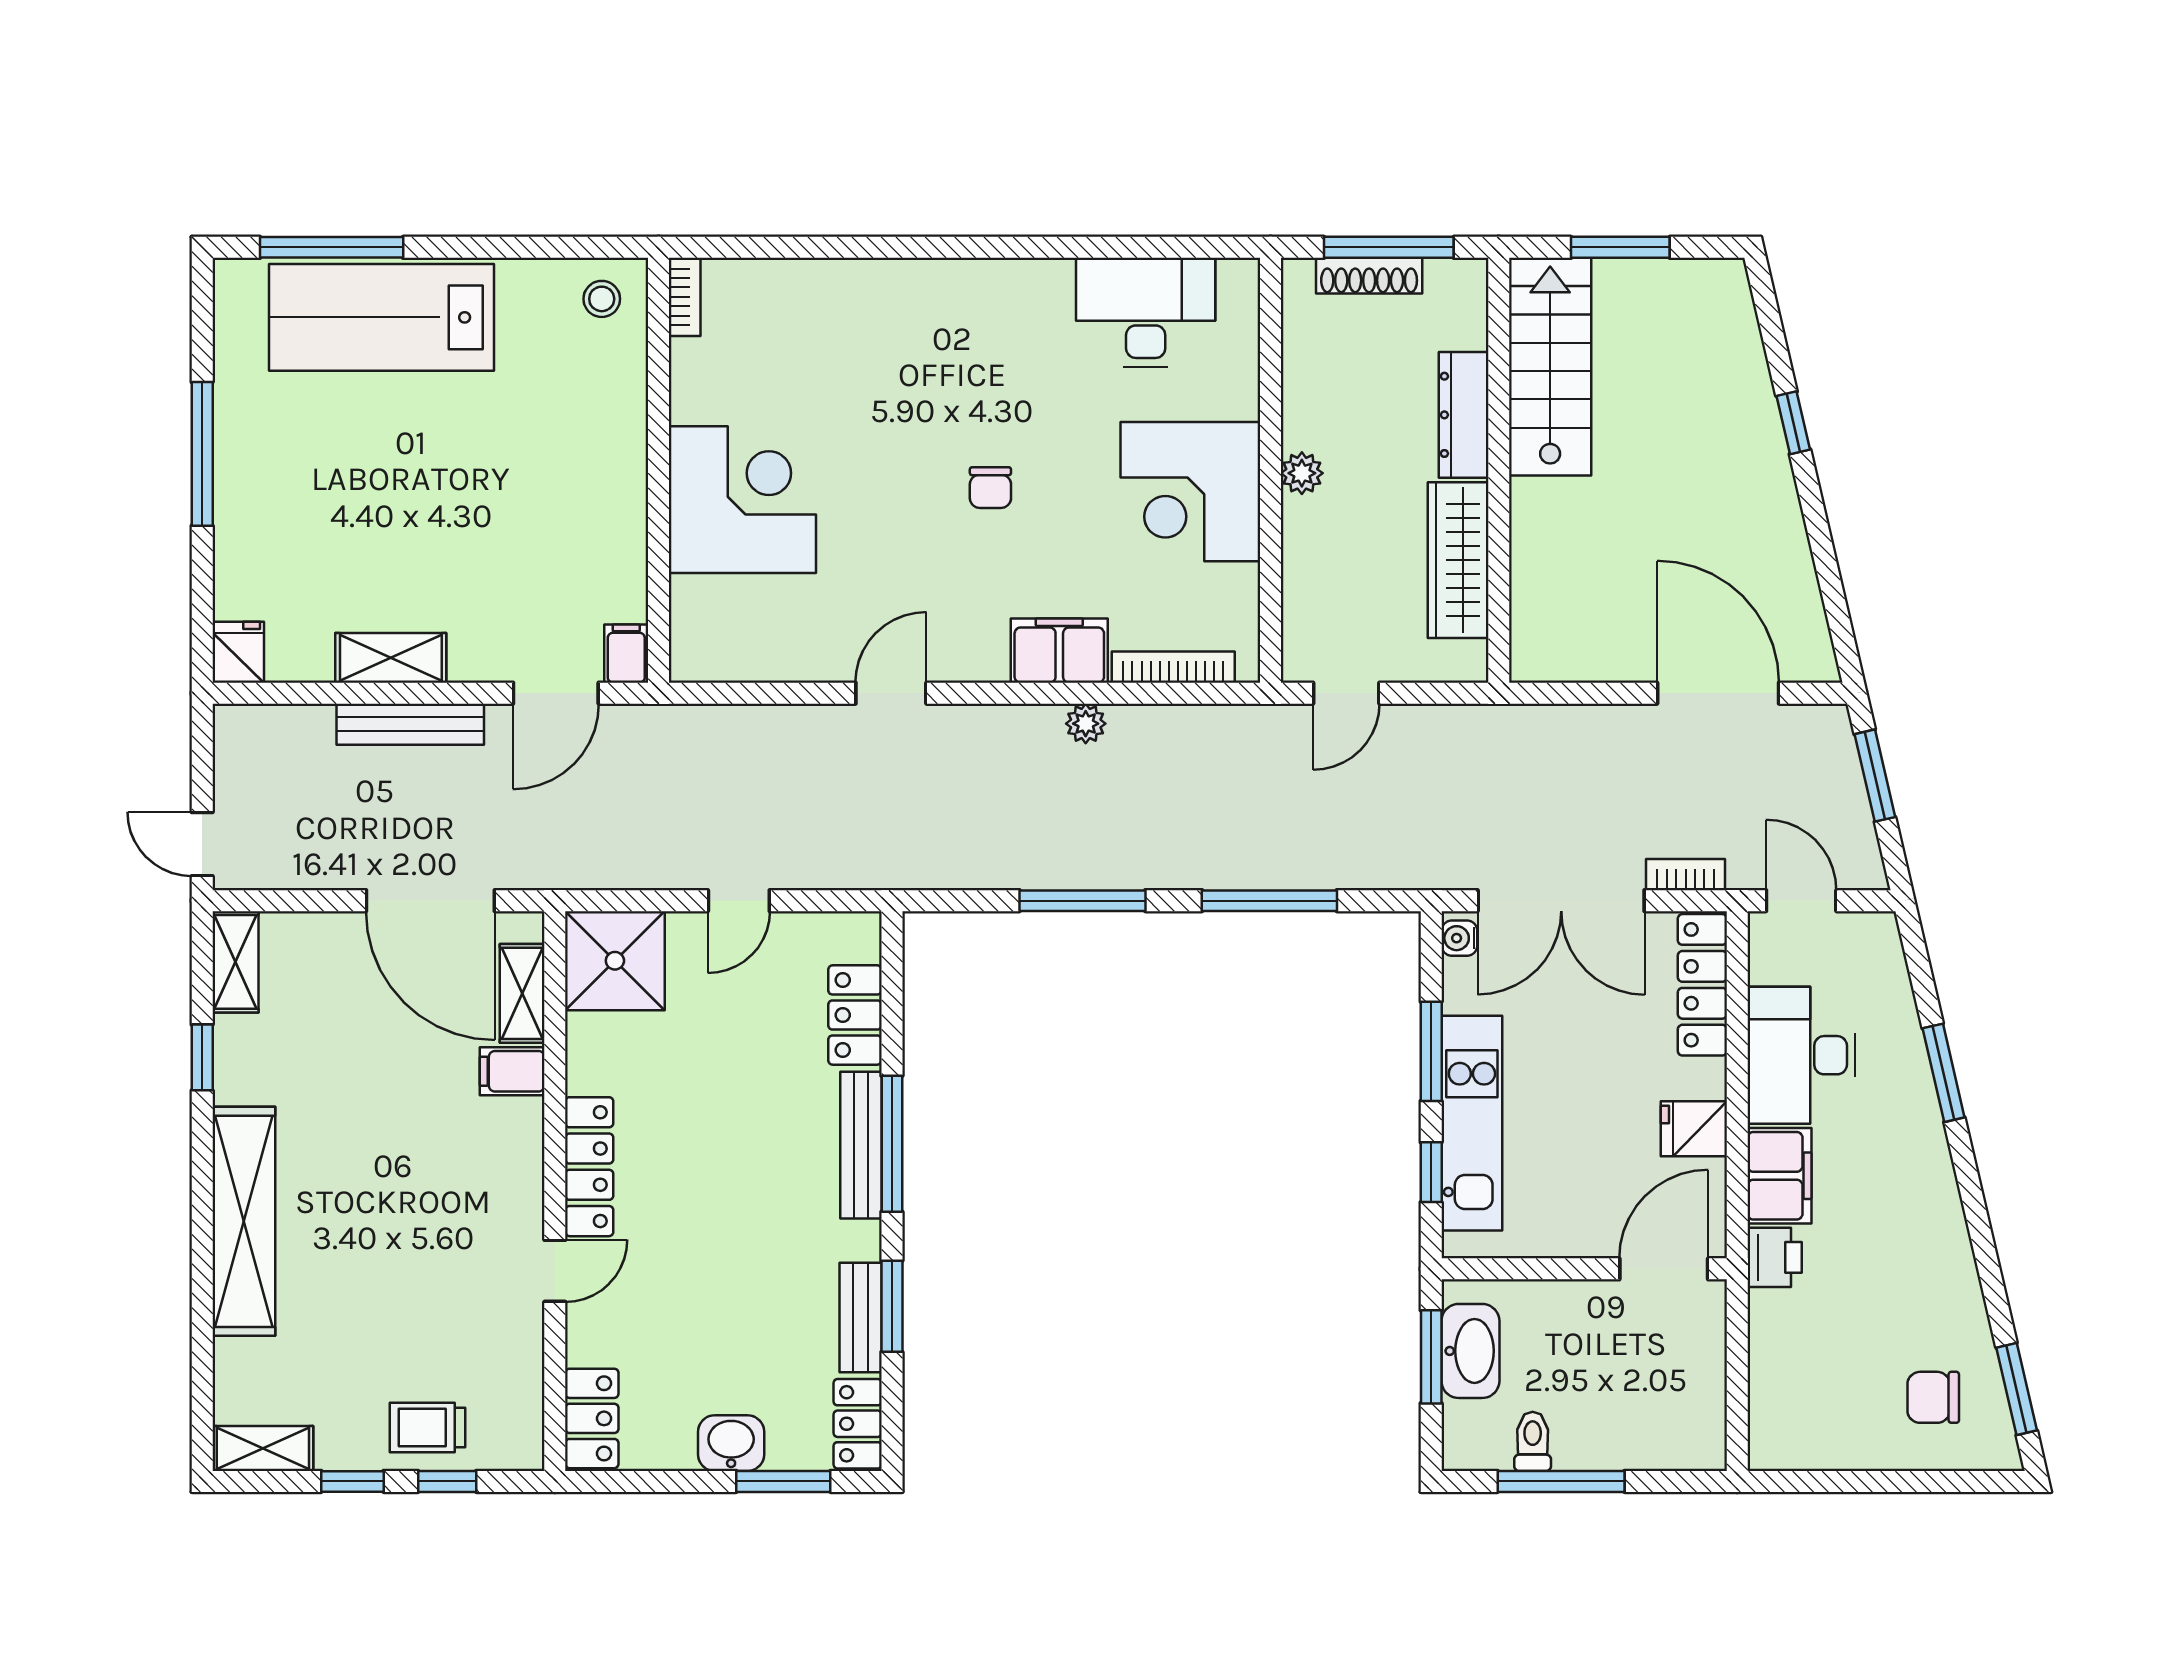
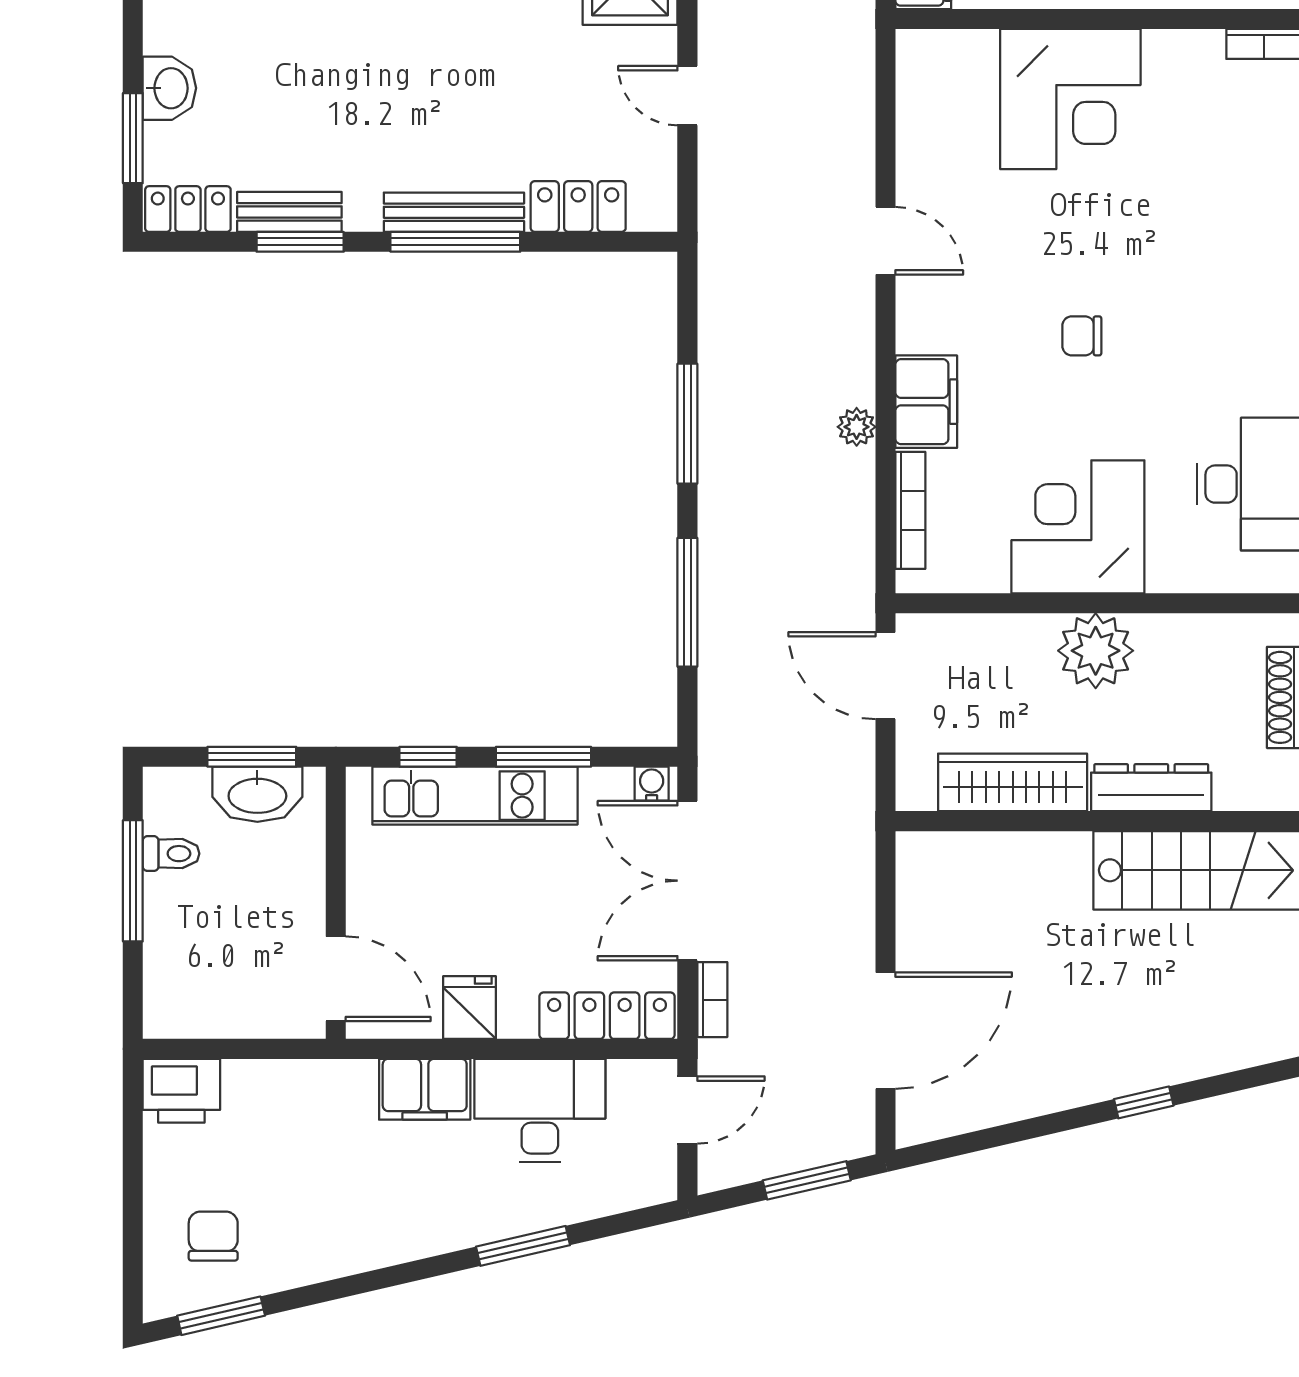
plant: (1302, 473) -> (1096, 651), width x1.87, depth x1.87
door: (1346, 693) -> (885, 676), width x1.38
printer: (1775, 1257) -> (181, 1091), moved, width x1.36, depth x1.24

